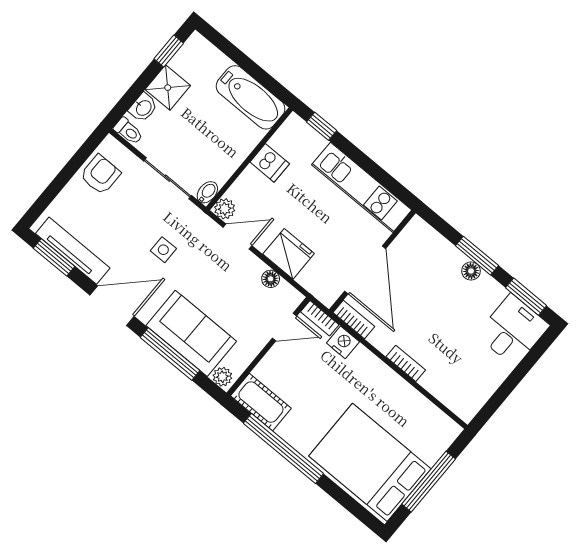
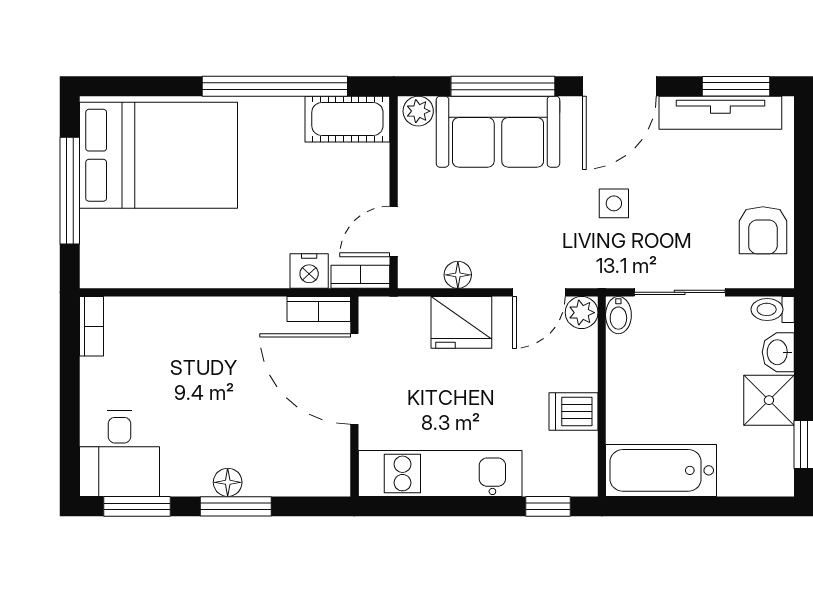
bookcase: (406, 363) -> (92, 326), moved, turned -90

